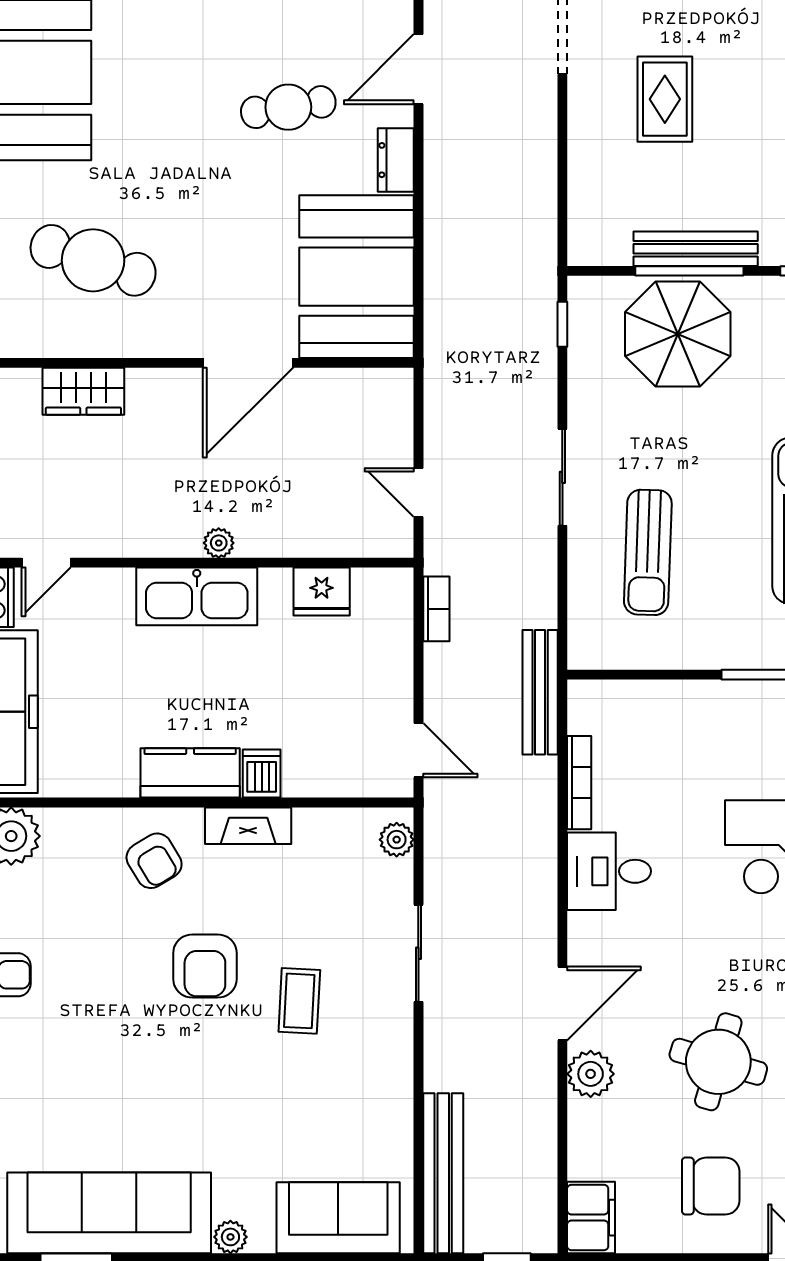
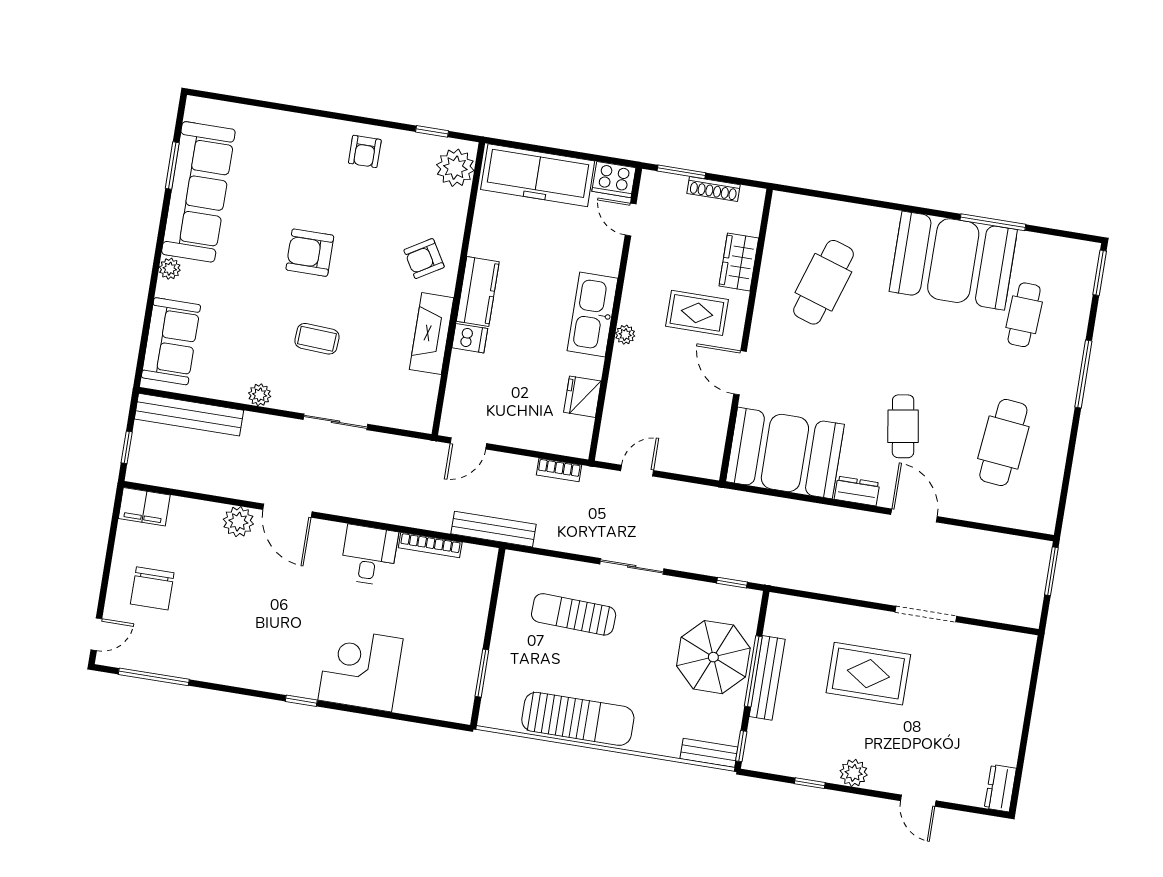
rug: (665, 99) -> (868, 674), width x1.36, depth x1.43
door: (248, 363) -> (740, 373), width x0.73
rug: (169, 441) -> (697, 313), added
fireplace: (248, 826) -> (432, 334), width x1.37, depth x1.32
plant: (397, 840) -> (260, 395), moved
armchair: (205, 966) -> (310, 253), moved
round table: (718, 1062) -> (233, 607), removed

